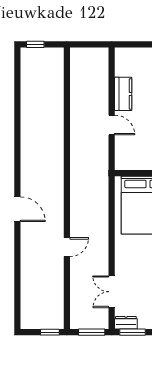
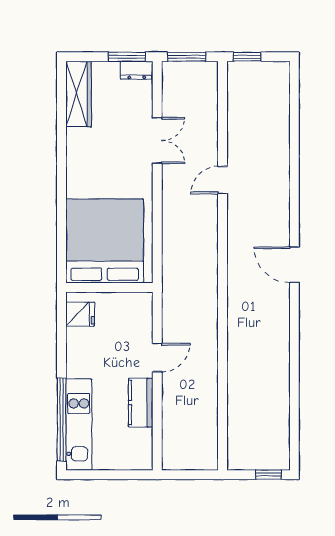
door: (112, 125) -> (157, 358), swing flipped
door: (17, 209) -> (294, 265), moved
double door: (112, 292) -> (157, 141), moved

